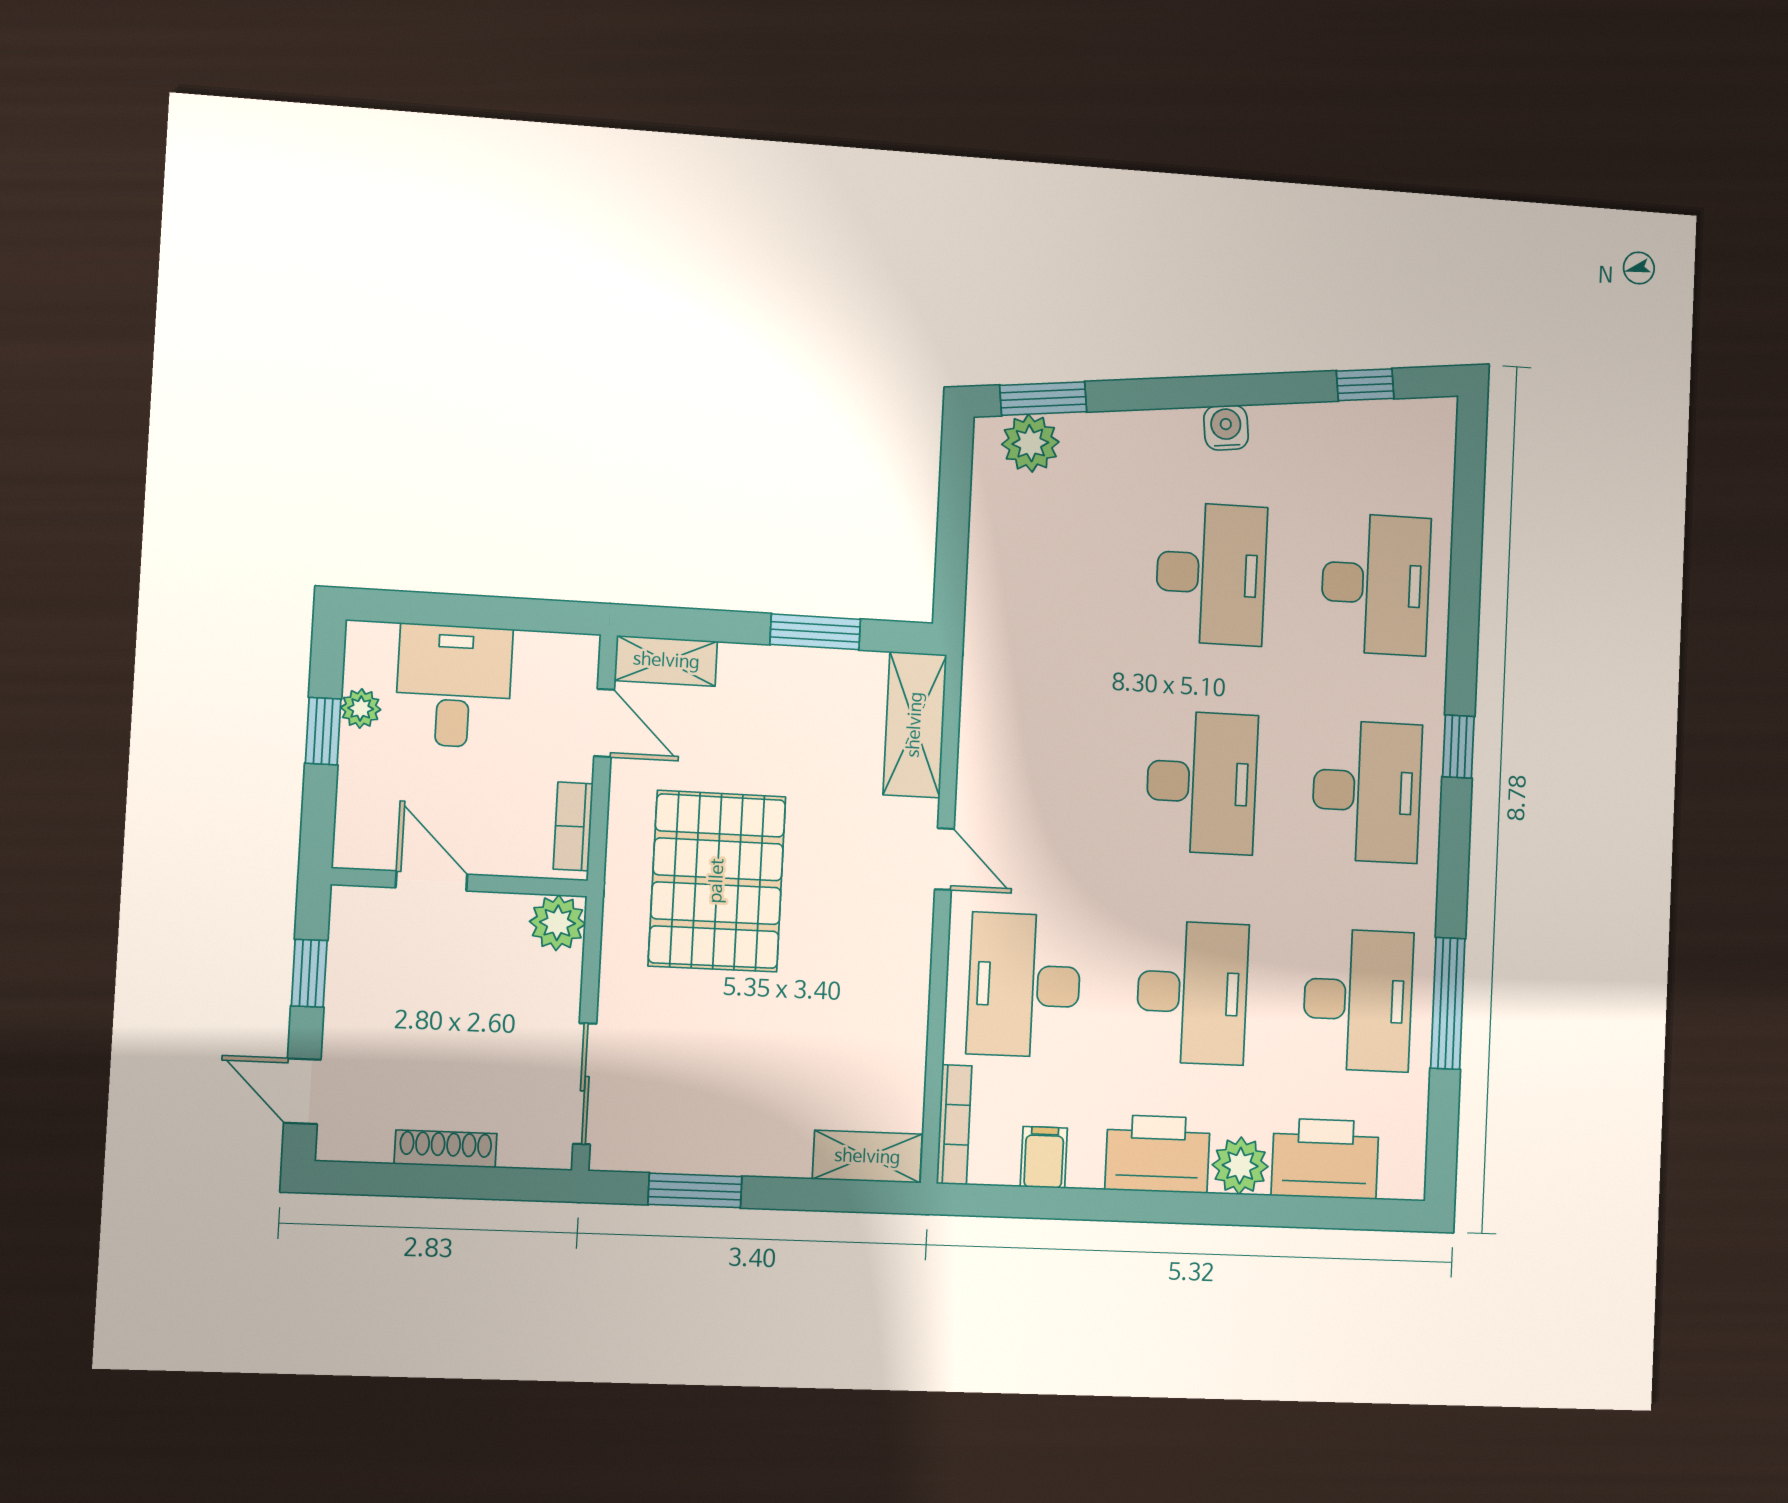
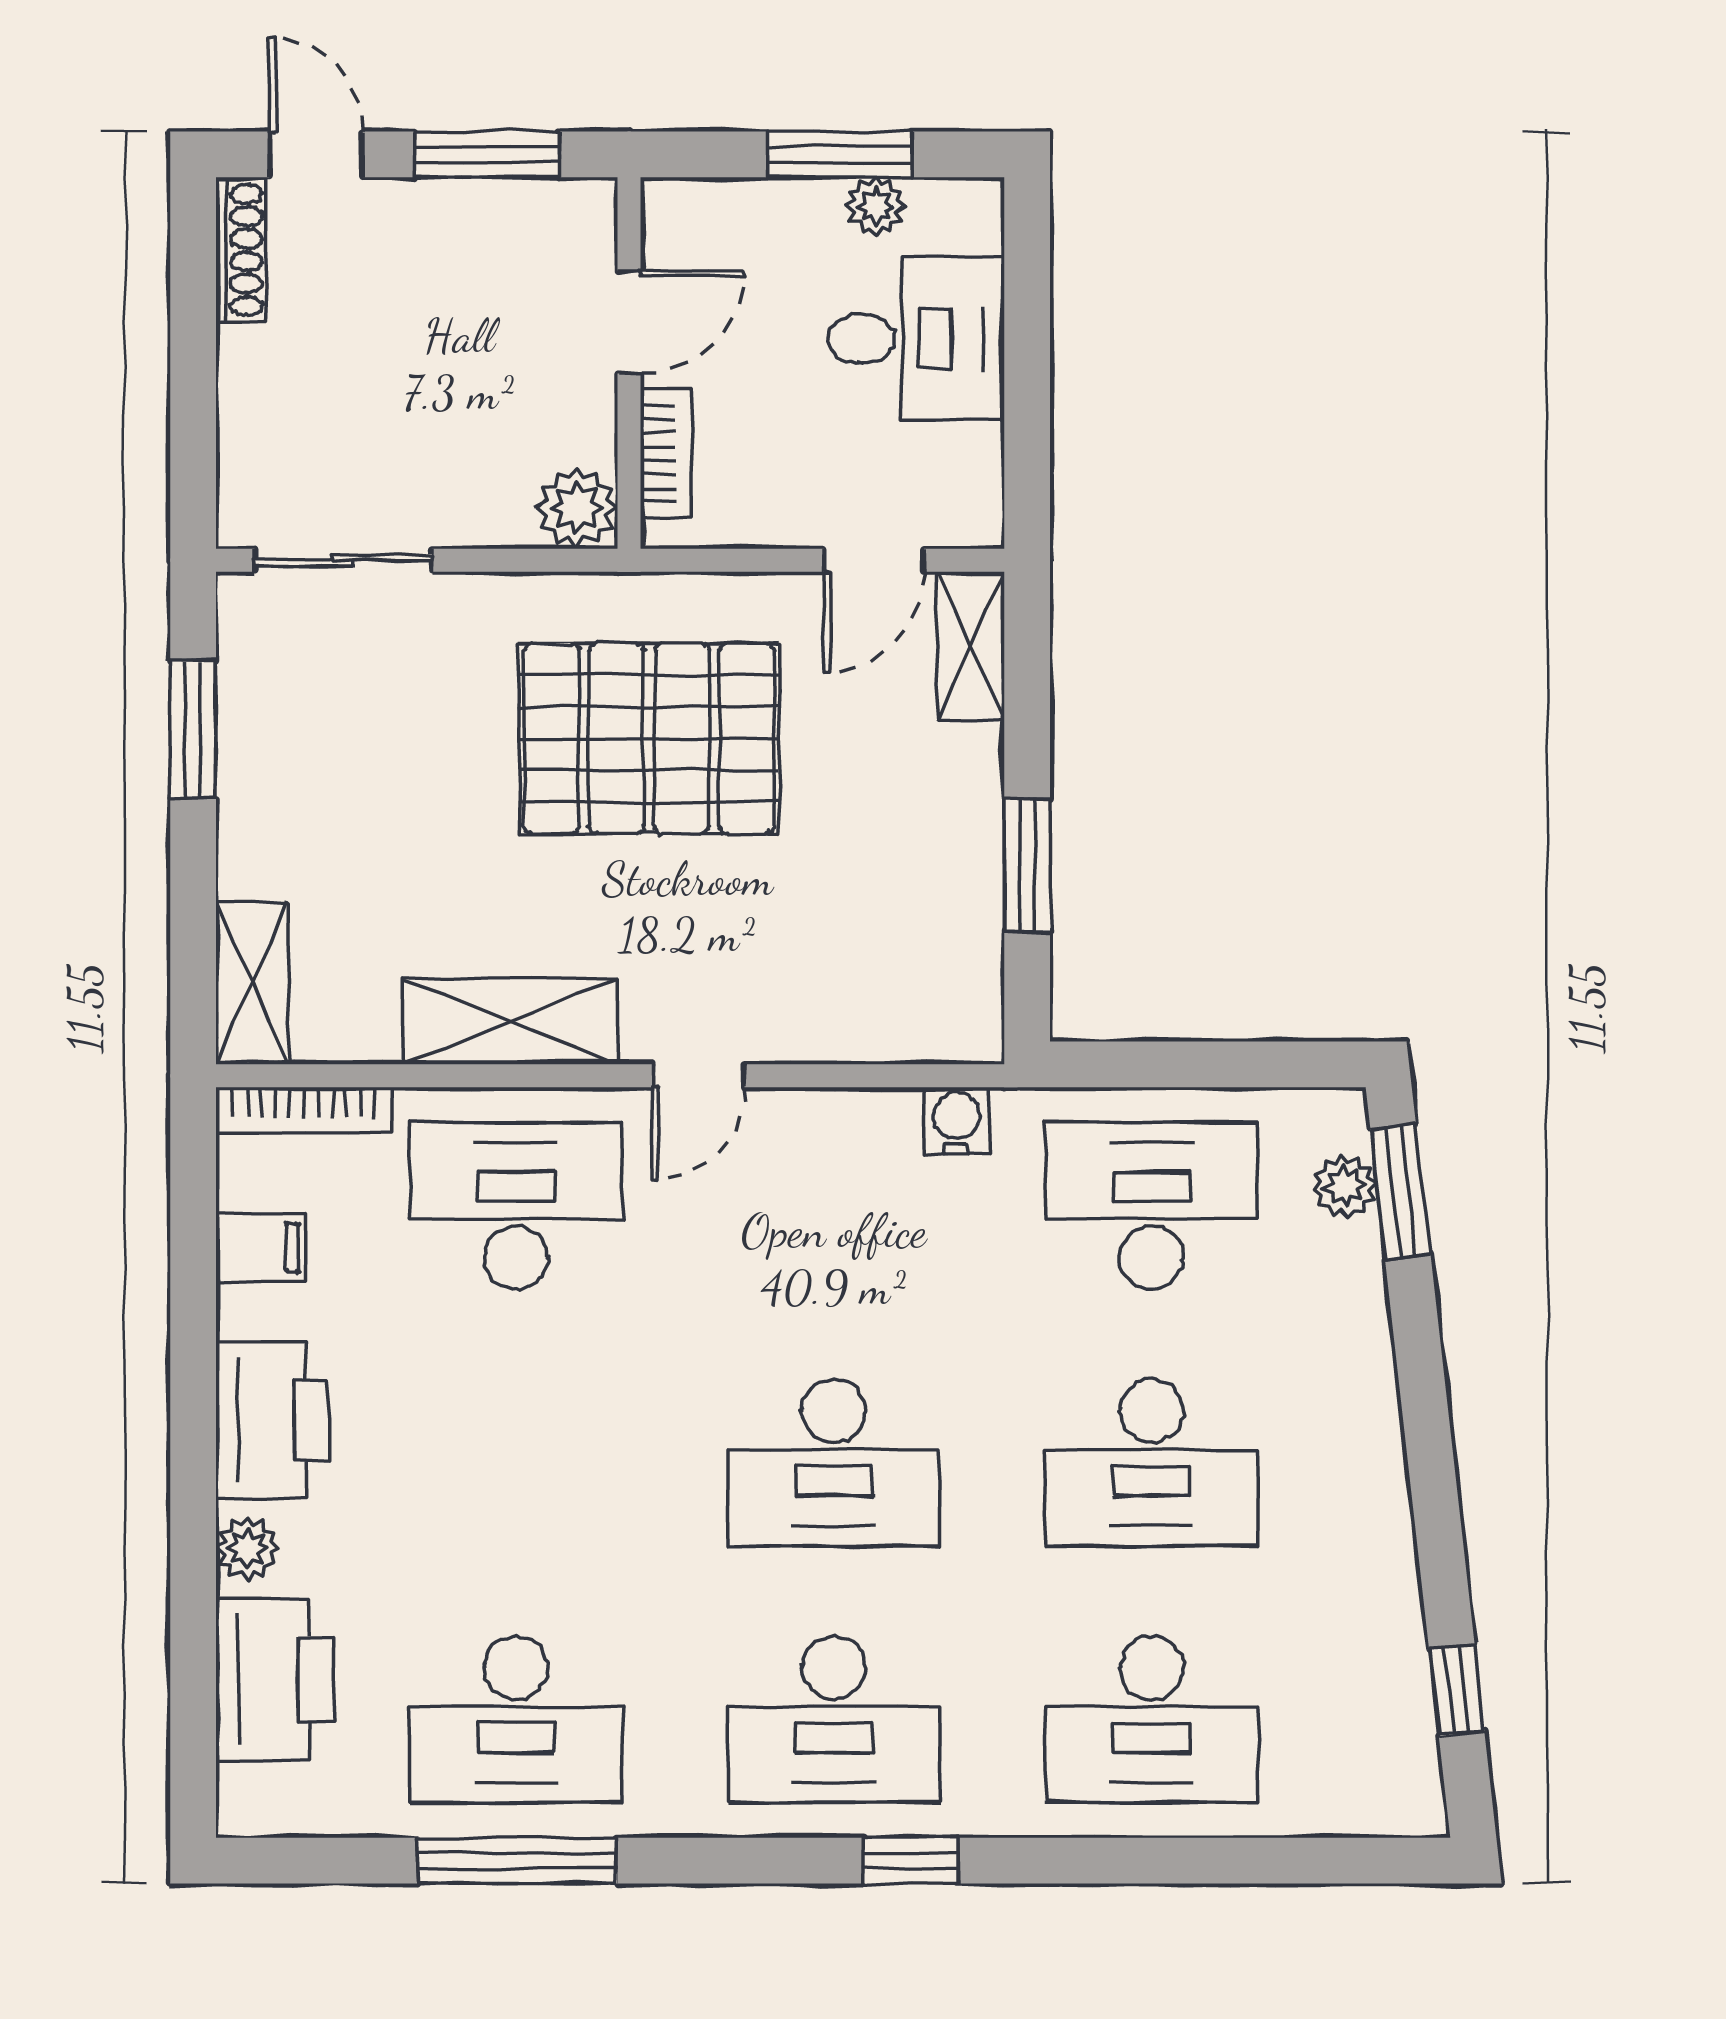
water cooler: (1226, 428) -> (957, 1121), moved, turned -84
plant: (1030, 443) -> (1345, 1186), width x0.73, depth x0.73
shelving: (915, 725) -> (511, 1021), moved
window: (323, 731) -> (839, 154), width x1.50
bookcase: (573, 826) -> (666, 453), moved, turned 90
window: (309, 973) -> (487, 154), width x1.50
desk: (1192, 993) -> (1151, 1206), moved, turned 180
door: (302, 1091) -> (316, 154), hinge flipped
shoe rack: (446, 1149) -> (241, 250), moved
plant: (1240, 1166) -> (247, 1548), width x0.73, depth x0.73

